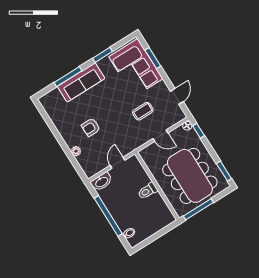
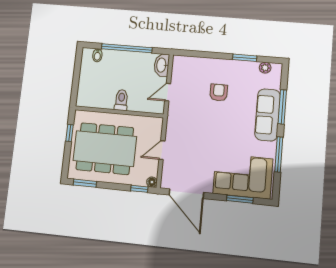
window: (103, 55) -> (279, 154), width x1.44
door: (177, 96) -> (186, 194), width x1.87
coffee table: (143, 111) -> (197, 151), removed
window: (53, 128) -> (245, 58), added
plant: (76, 151) -> (265, 68), moved
door: (117, 163) -> (168, 92), swing flipped
window: (198, 209) -> (70, 133), width x0.46

